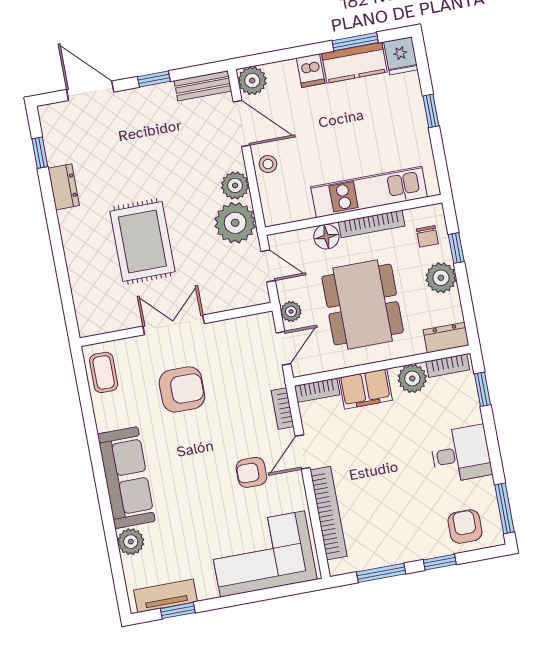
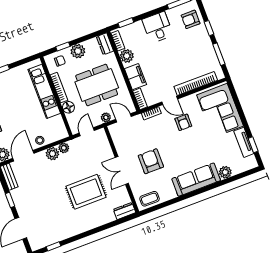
dresser: (64, 187) -> (124, 211), moved
plant: (235, 223) -> (64, 148), width x0.53, depth x0.53
tv unit: (165, 596) -> (244, 142), moved

